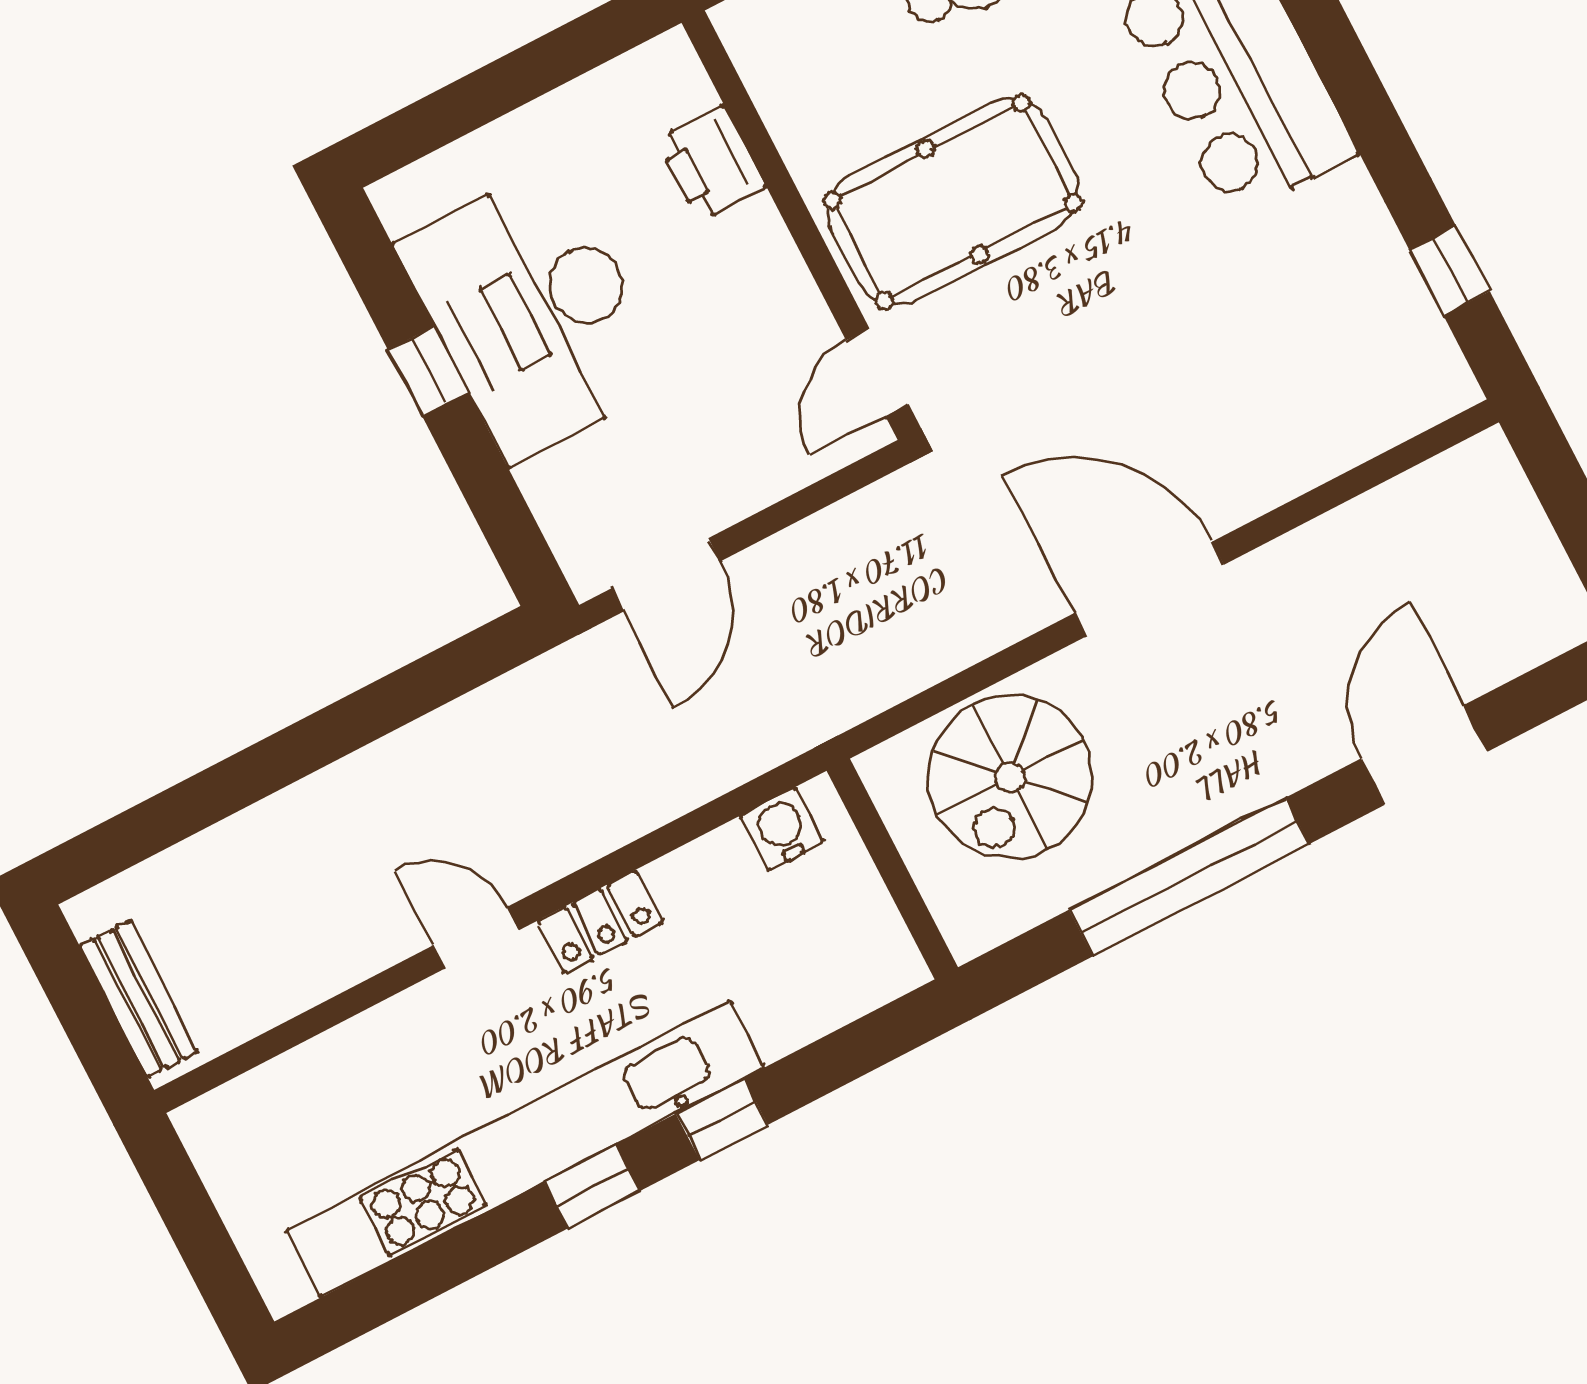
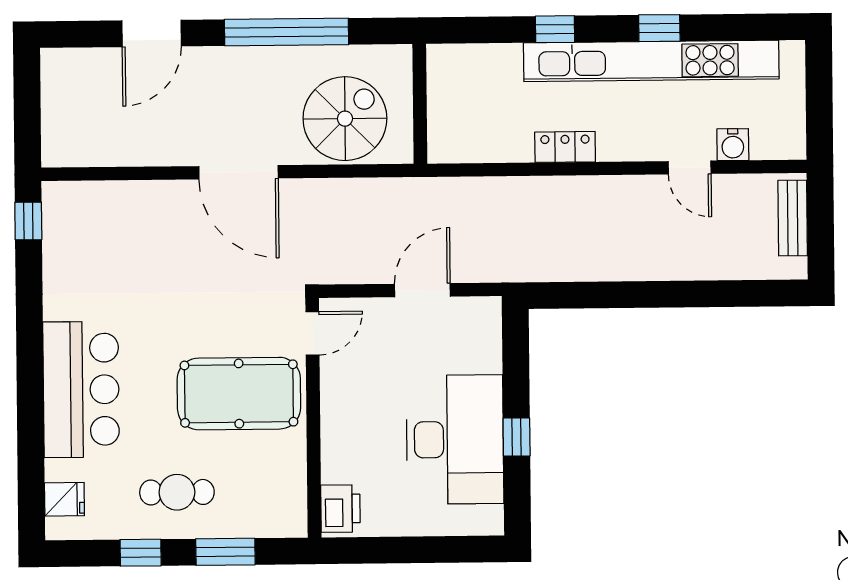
printer: (711, 163) -> (340, 509), moved
window: (1450, 271) -> (28, 221), moved
door: (666, 575) -> (422, 290), moved
water cooler: (782, 829) -> (733, 145), moved
door: (476, 938) -> (690, 168), moved
window: (592, 1187) -> (659, 28), moved

